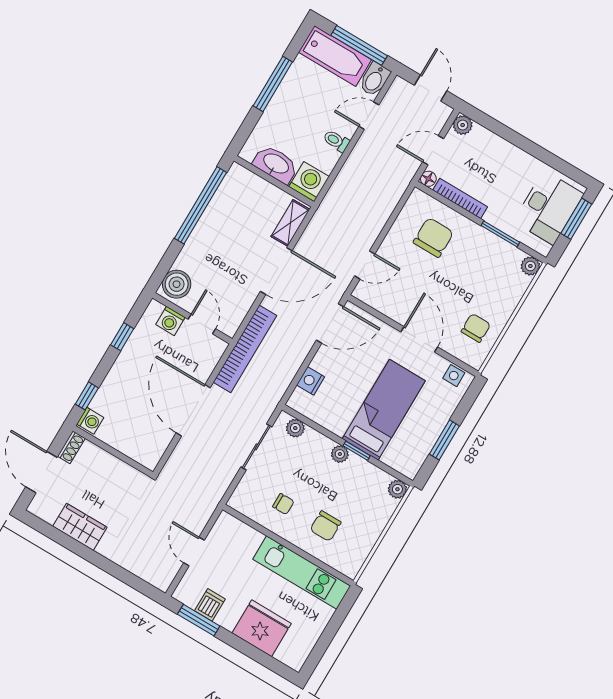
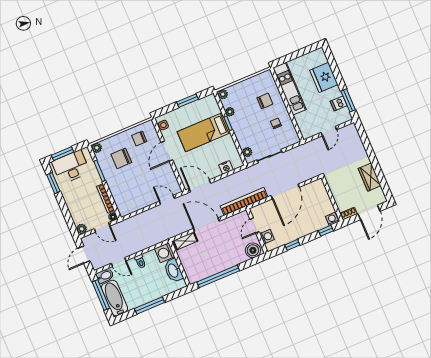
window: (557, 164) -> (53, 183), added
chair: (433, 237) -> (121, 158), moved
plant: (340, 454) -> (230, 112), moved

